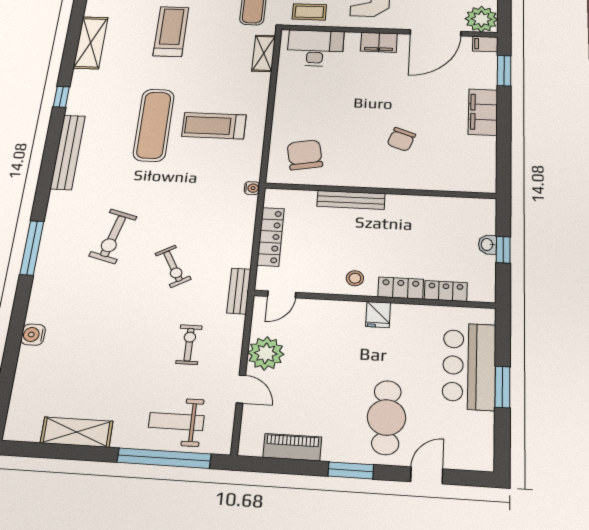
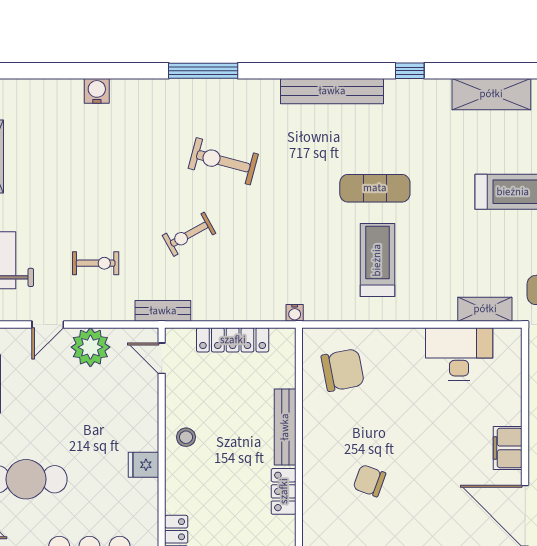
desk: (315, 48) -> (459, 354), moved, turned -90
exercise mat: (154, 125) -> (375, 188), width x0.73, depth x0.69
locker: (401, 288) -> (284, 491), moved, turned 180

